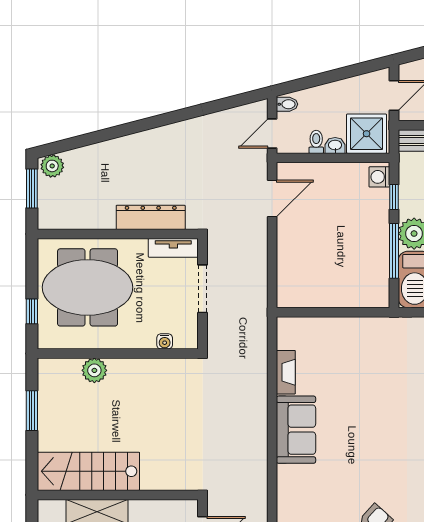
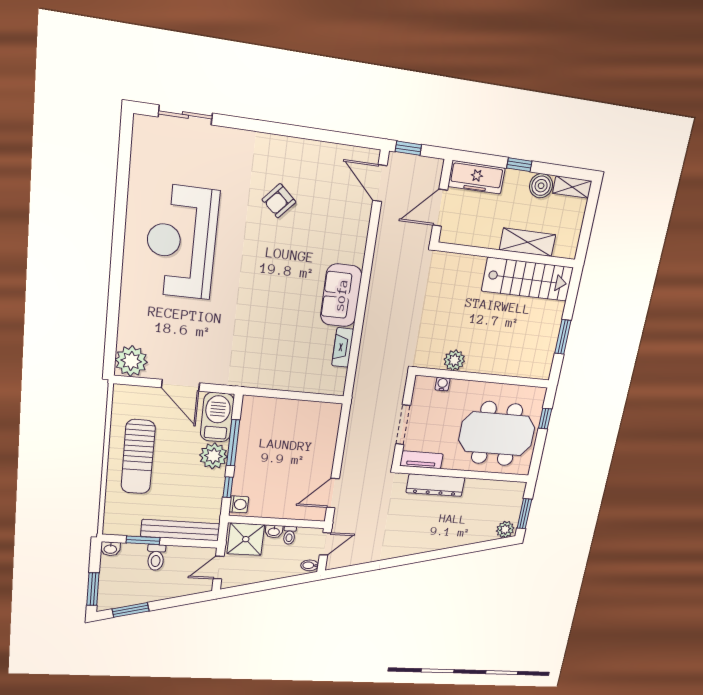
plant: (94, 370) -> (454, 360), moved

